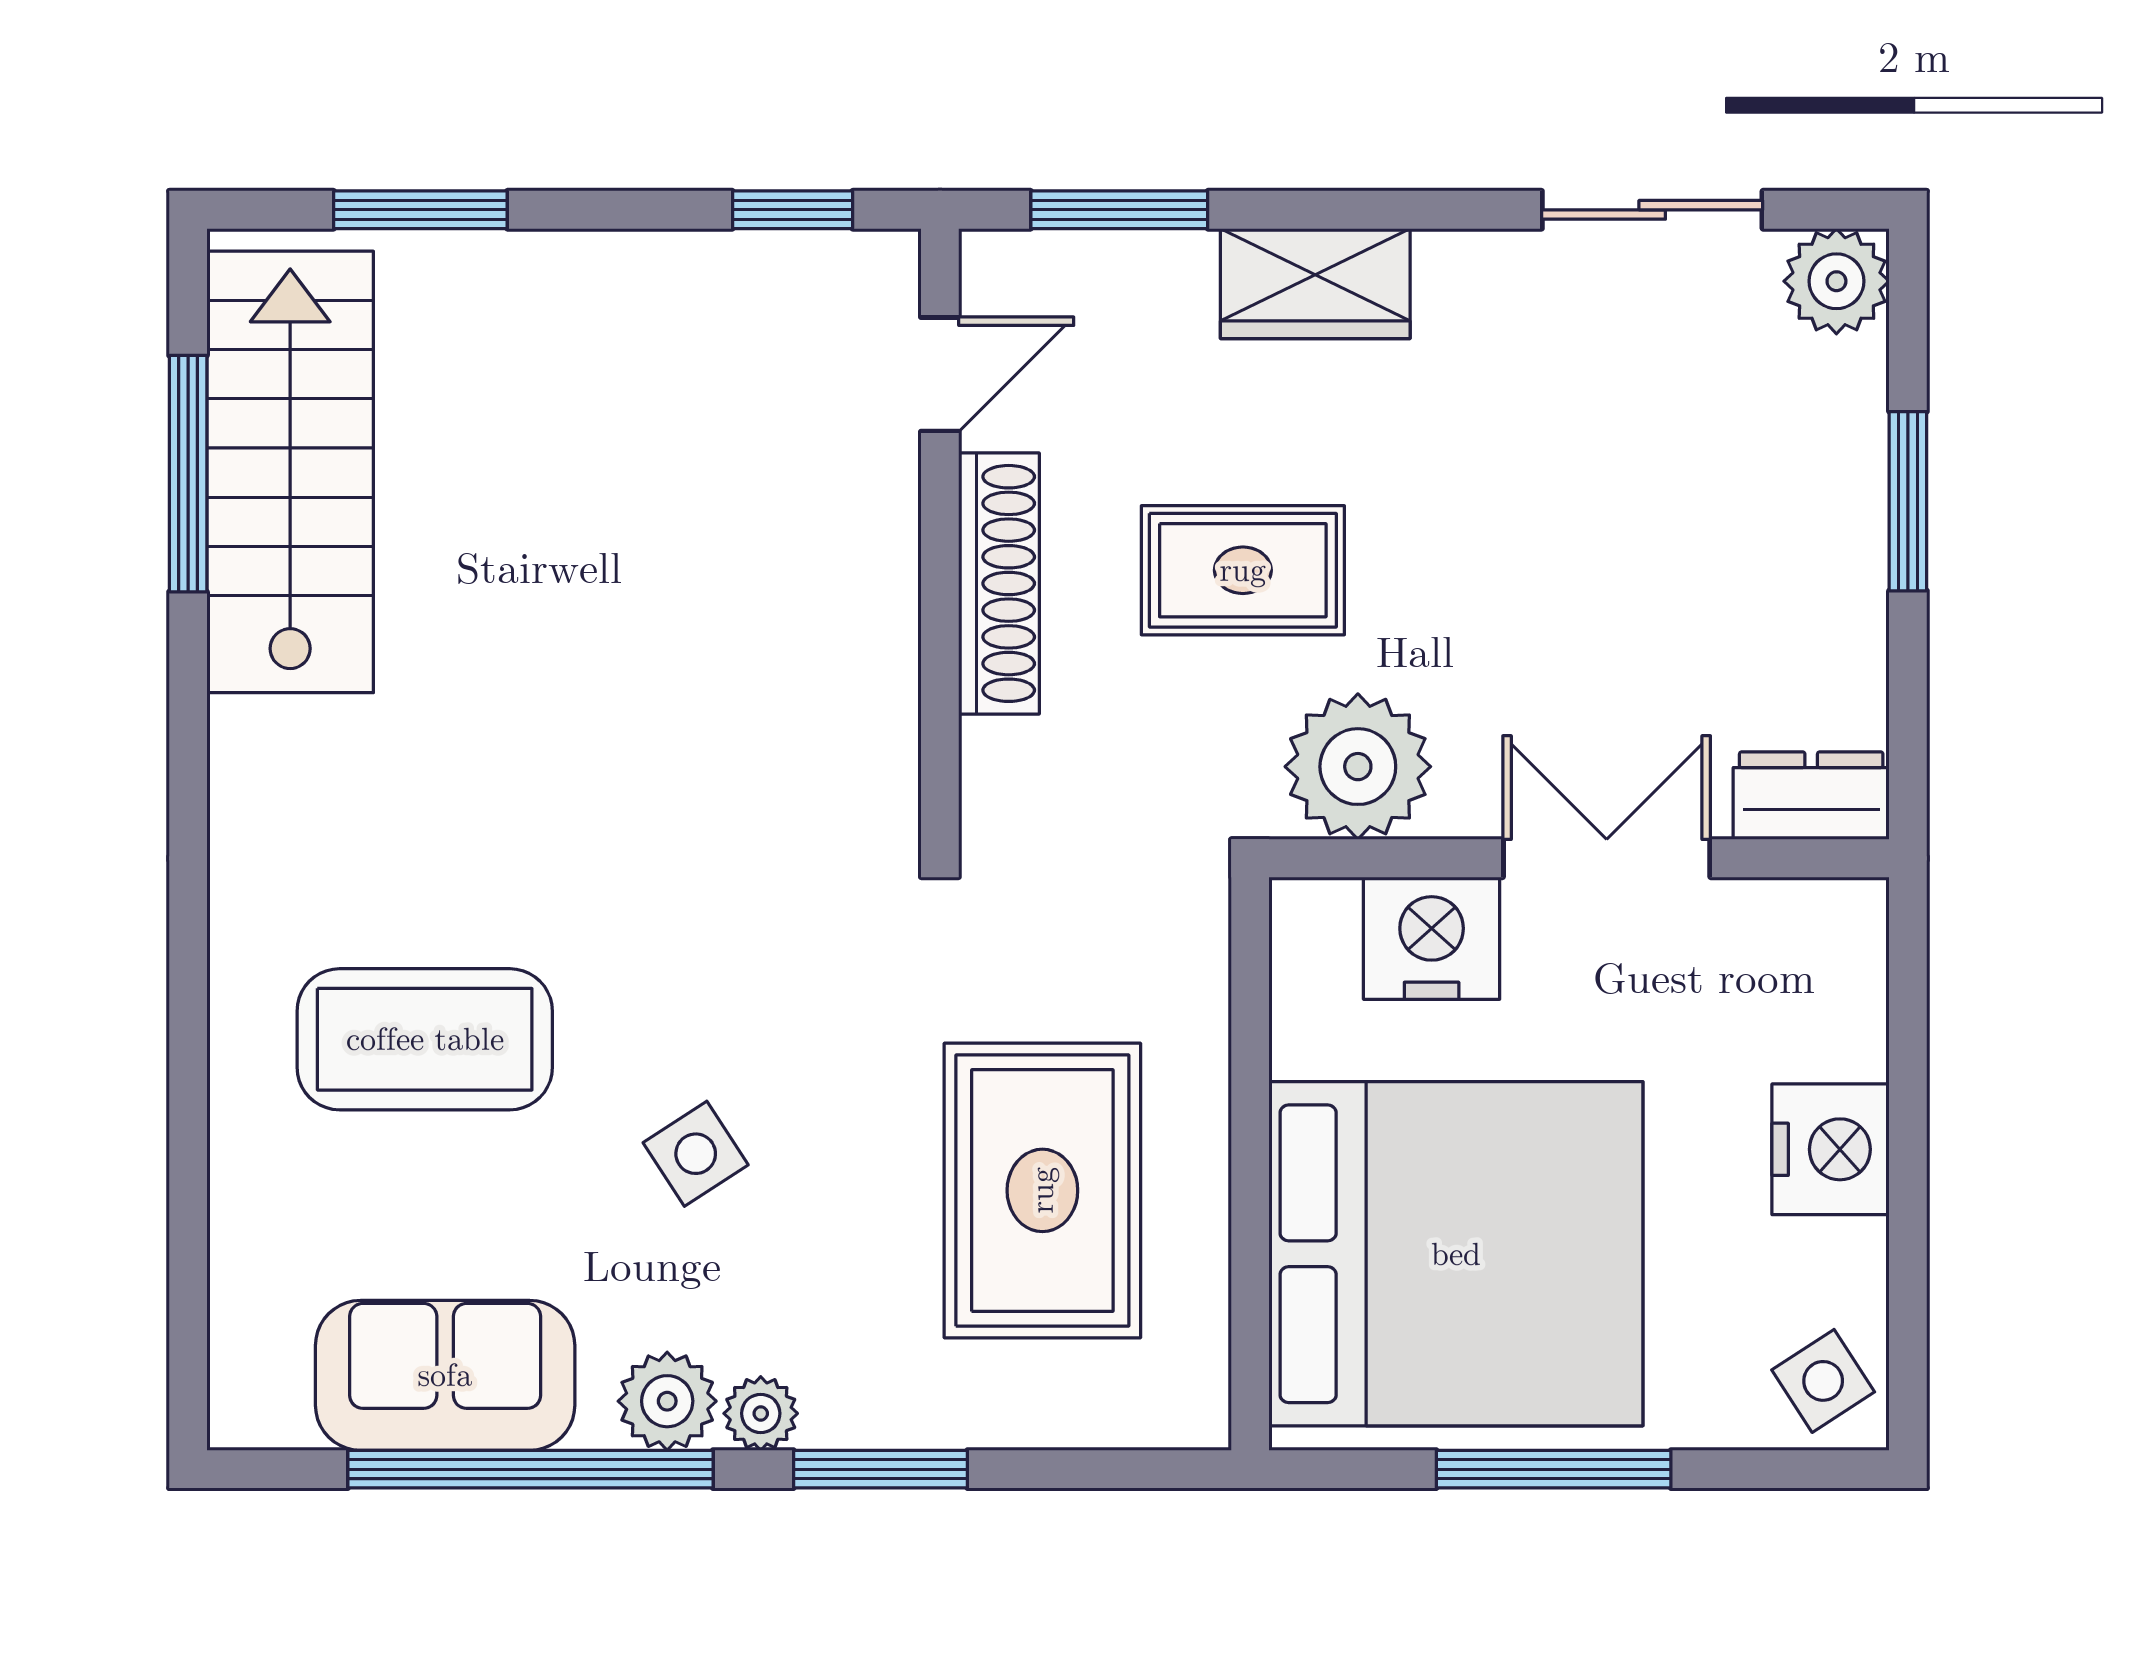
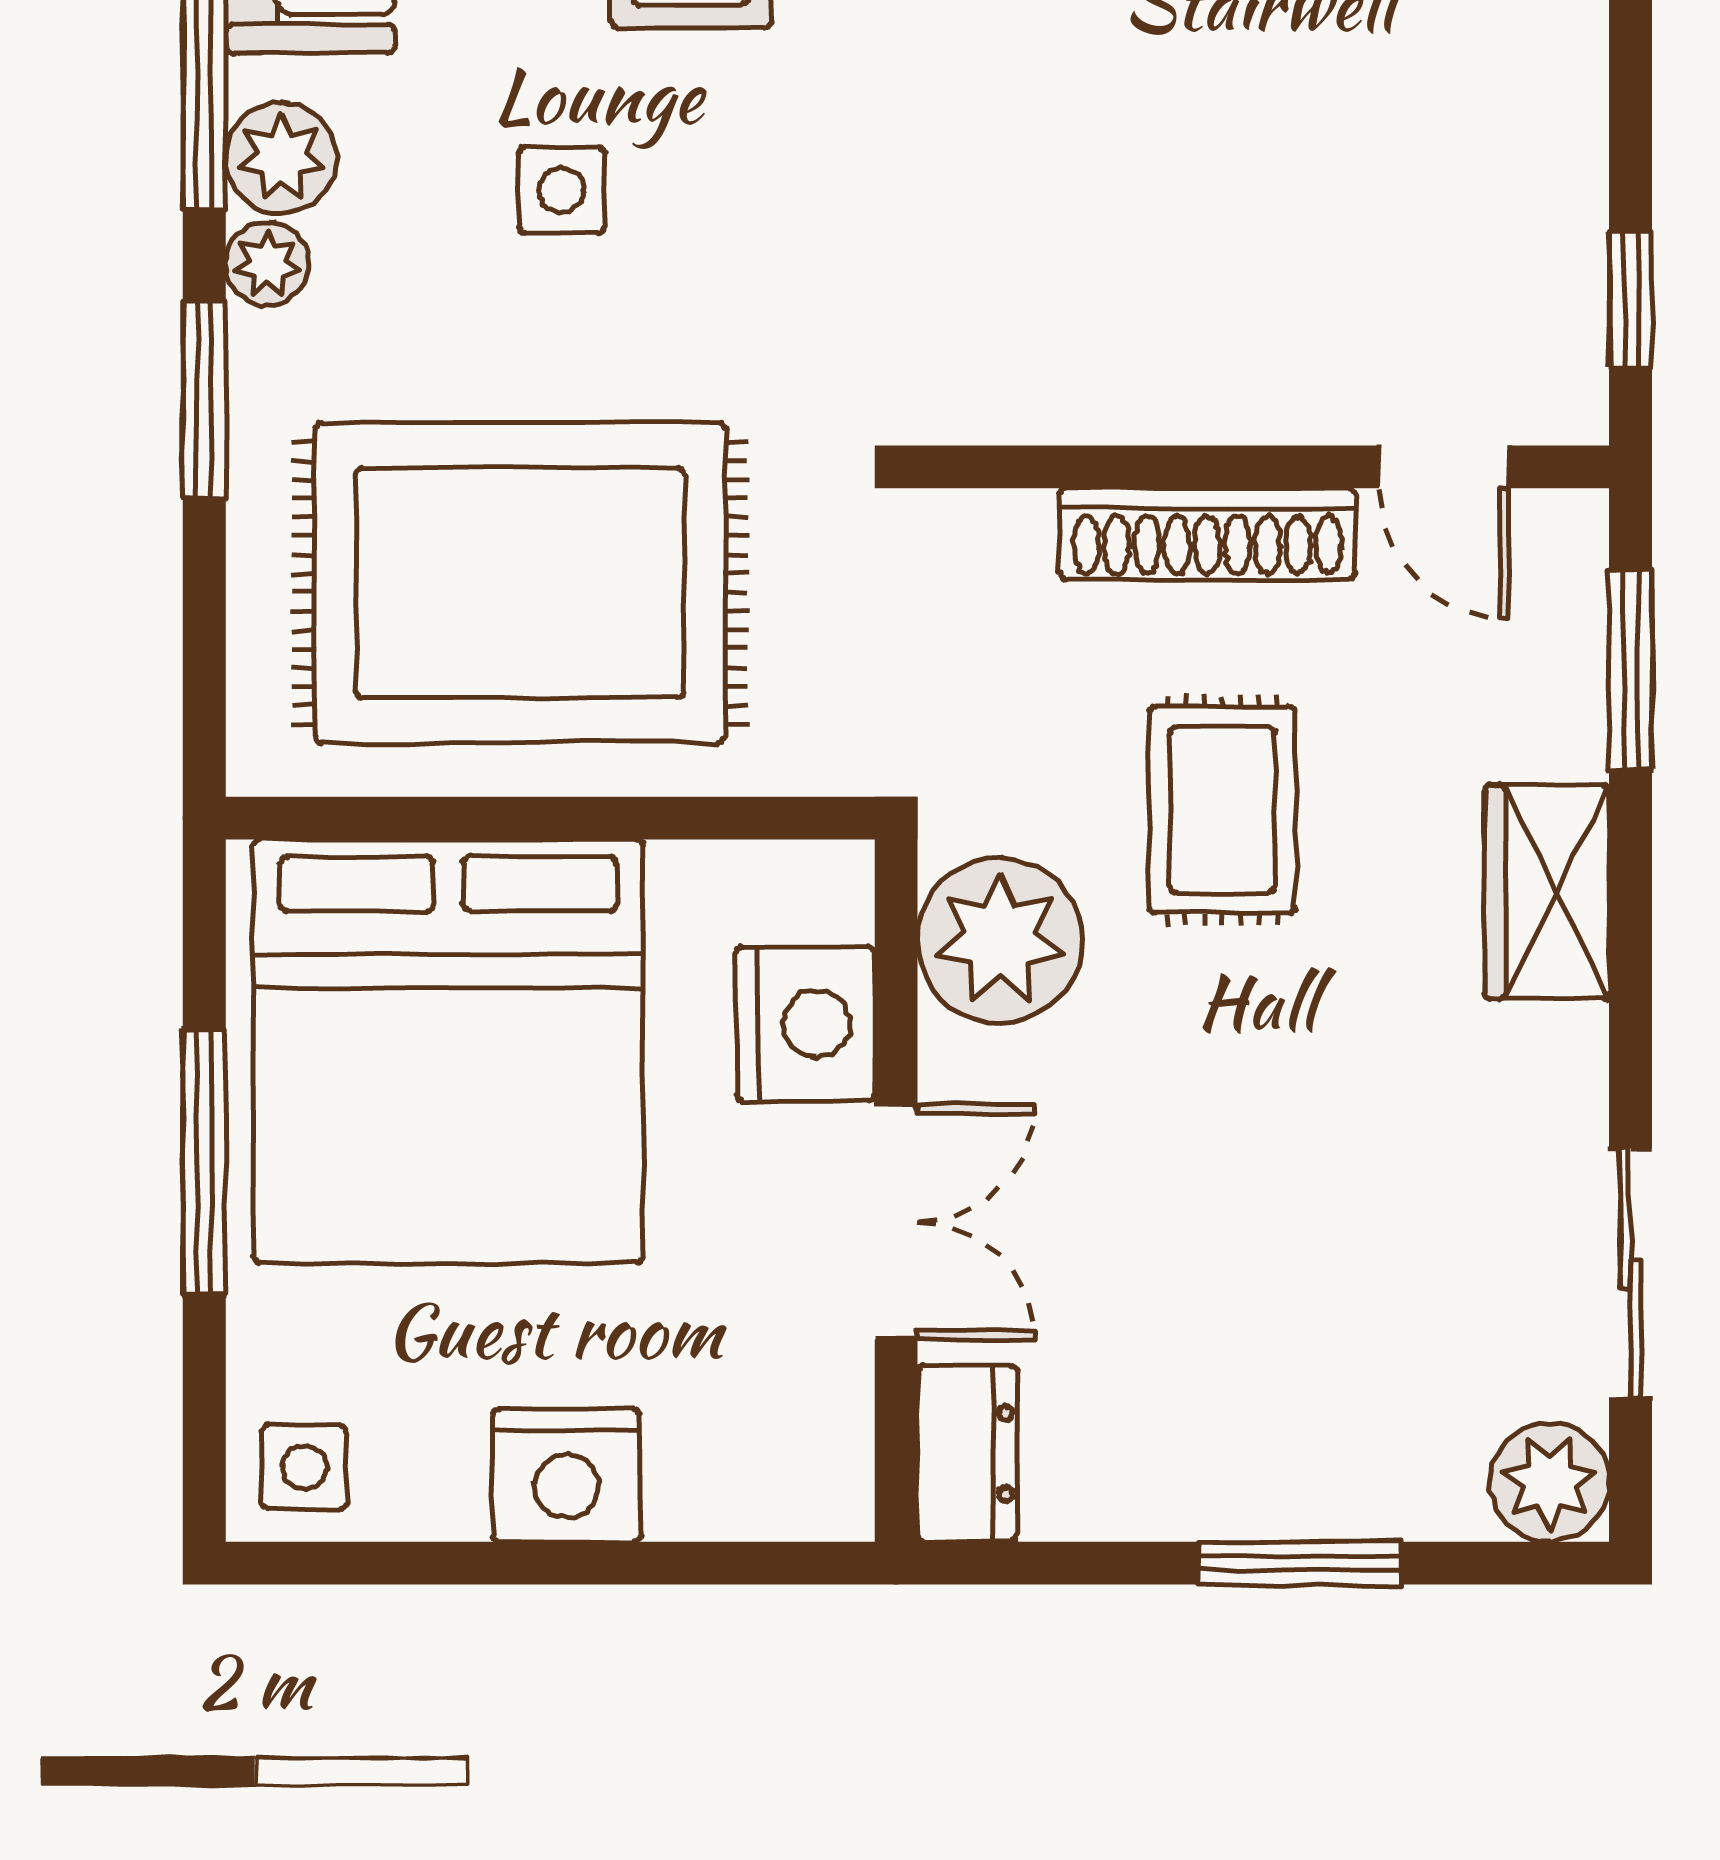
side table: (696, 1154) -> (562, 190), turned 33
rug: (1042, 1190) -> (520, 583), width x1.37, depth x1.44
side table: (1823, 1381) -> (304, 1467), turned 33

